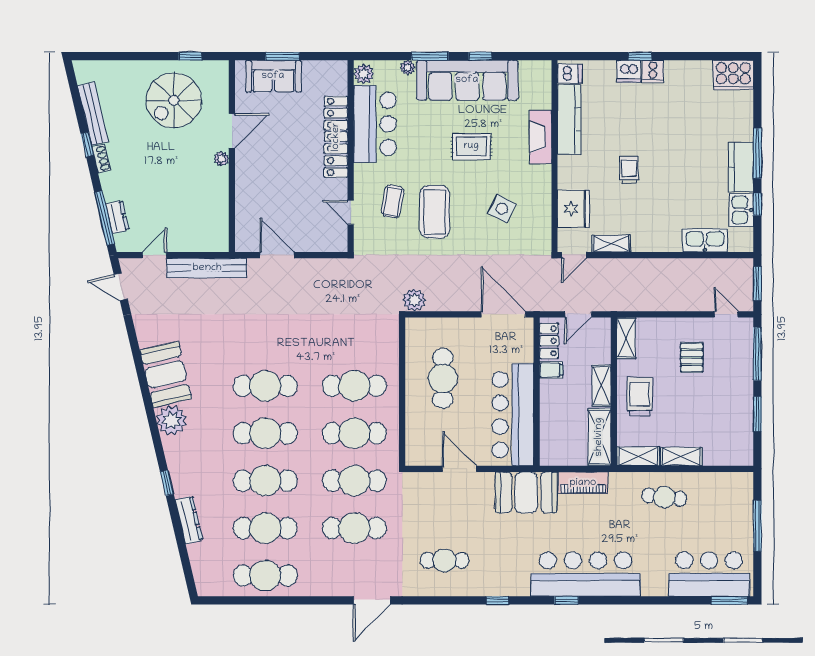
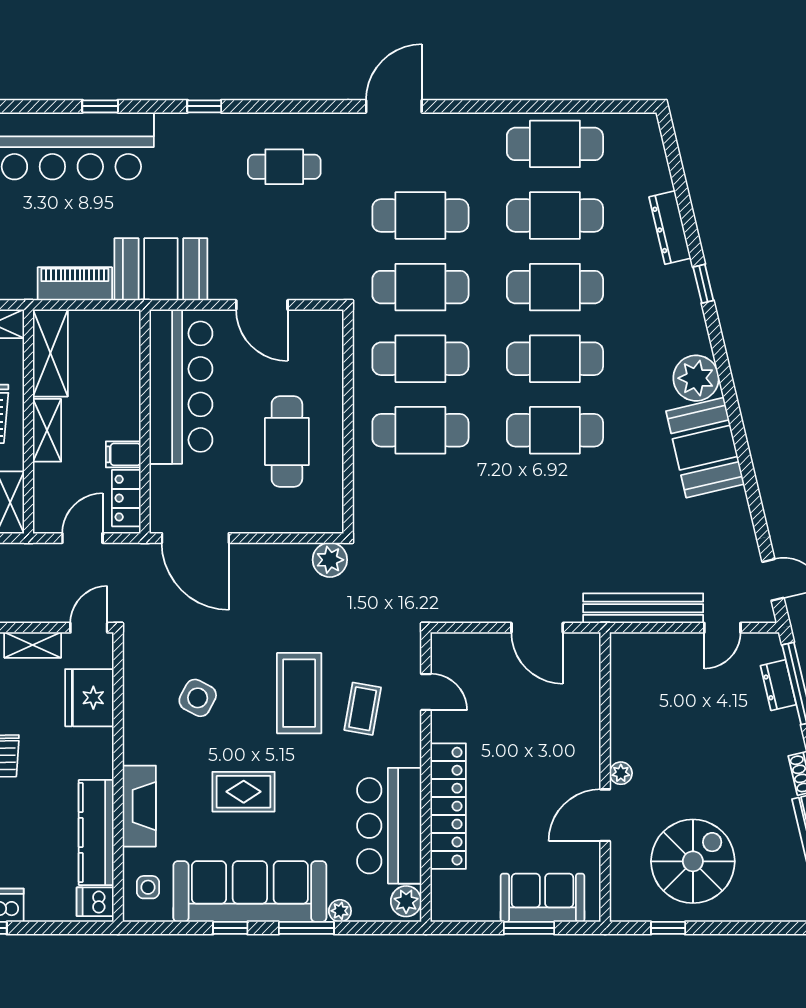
side table: (535, 83) -> (148, 887), added

